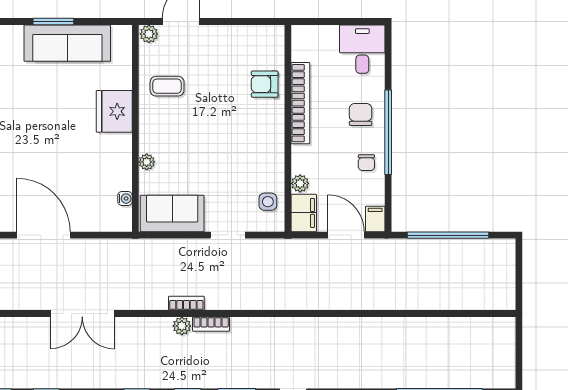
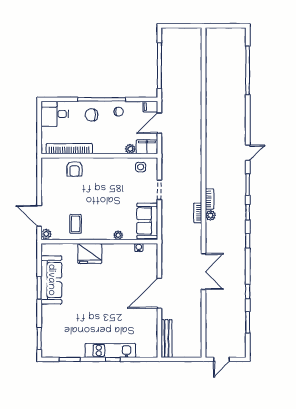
bookcase: (300, 103) -> (69, 149), moved

